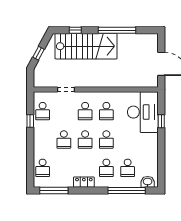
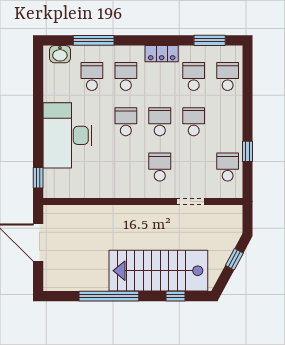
school desk: (106, 111) -> (194, 76), moved
desk: (143, 112) -> (68, 135), moved
window: (161, 121) -> (38, 178), moved
window: (54, 190) -> (210, 40), width x0.69
window: (127, 190) -> (94, 40), width x0.68

